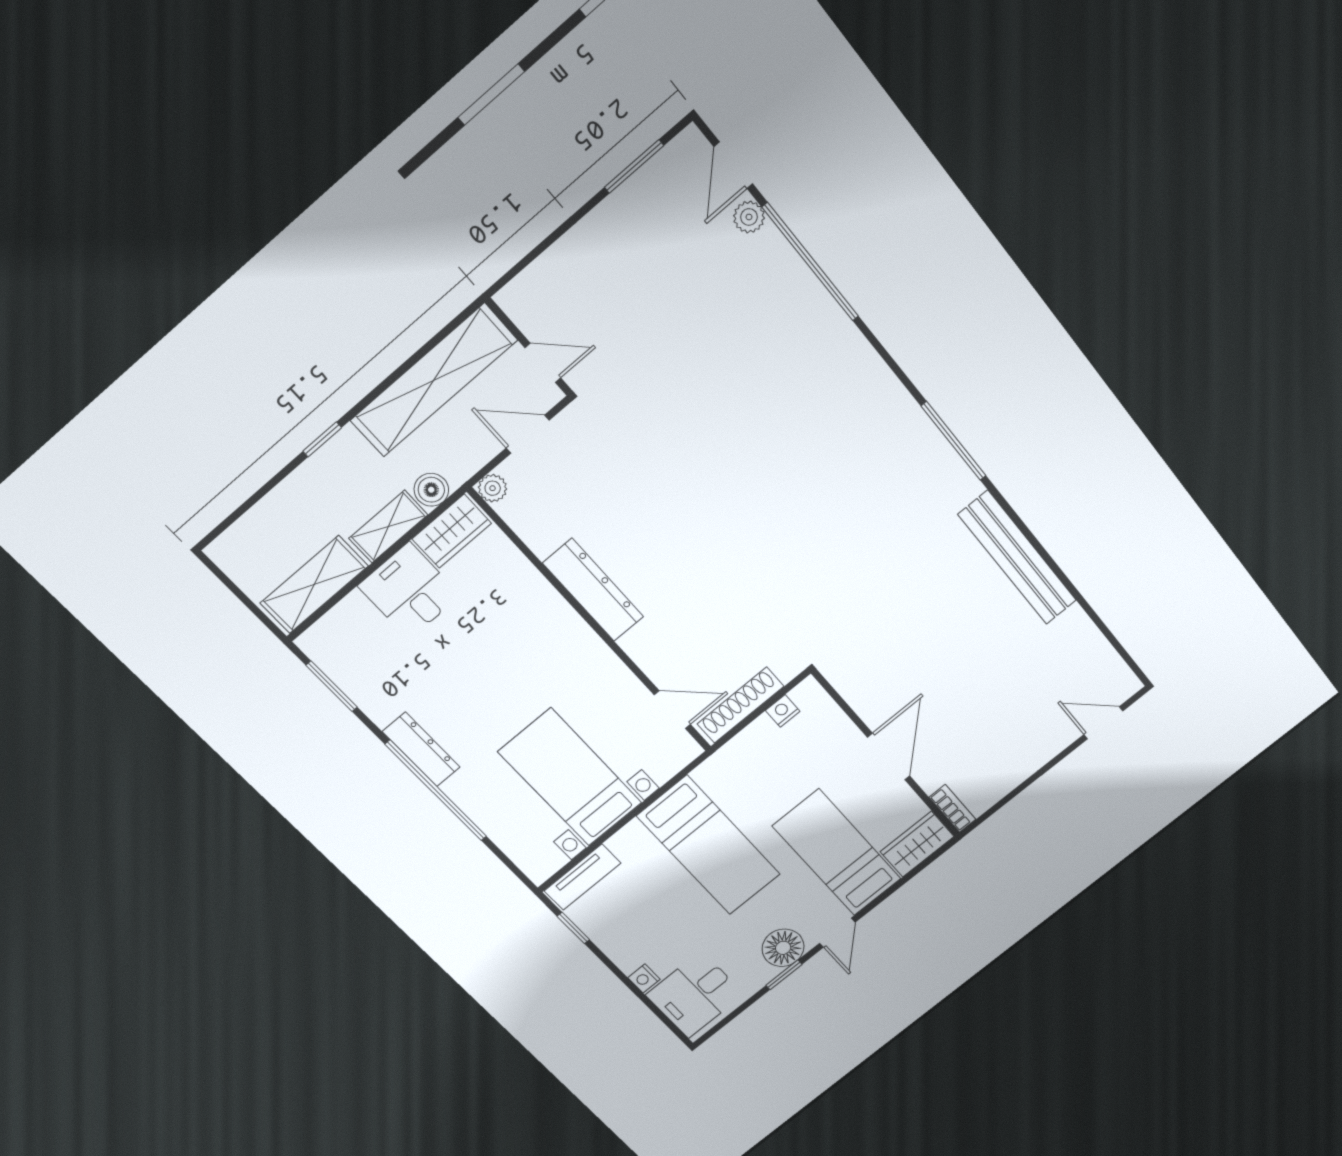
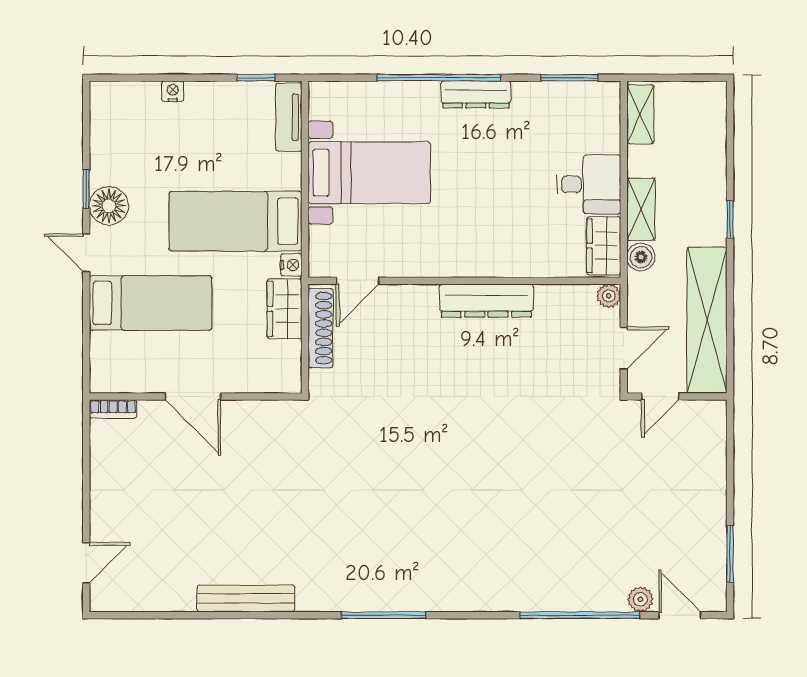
bench: (1018, 558) -> (246, 598), width x0.73, depth x0.82
shelving: (314, 585) -> (640, 114), width x0.67, depth x0.75
nightstand: (783, 711) -> (291, 265), moved
wardrobe: (917, 844) -> (285, 309), moved, turned 180
desk: (695, 994) -> (128, 115), removed

